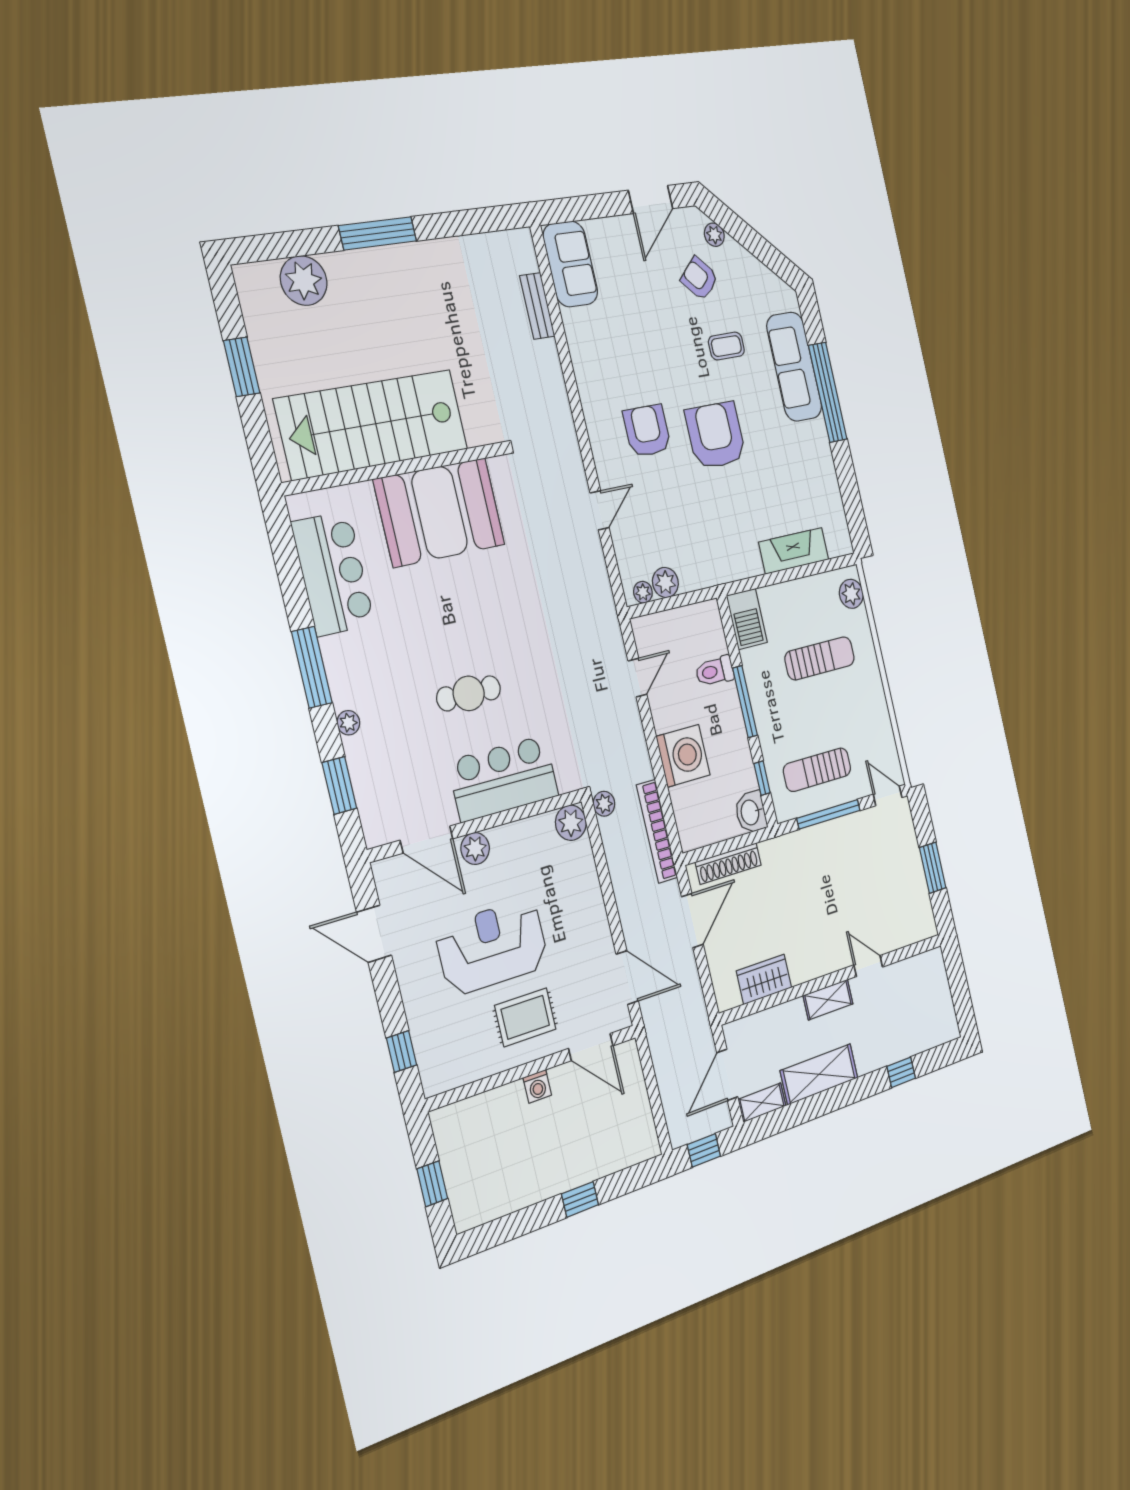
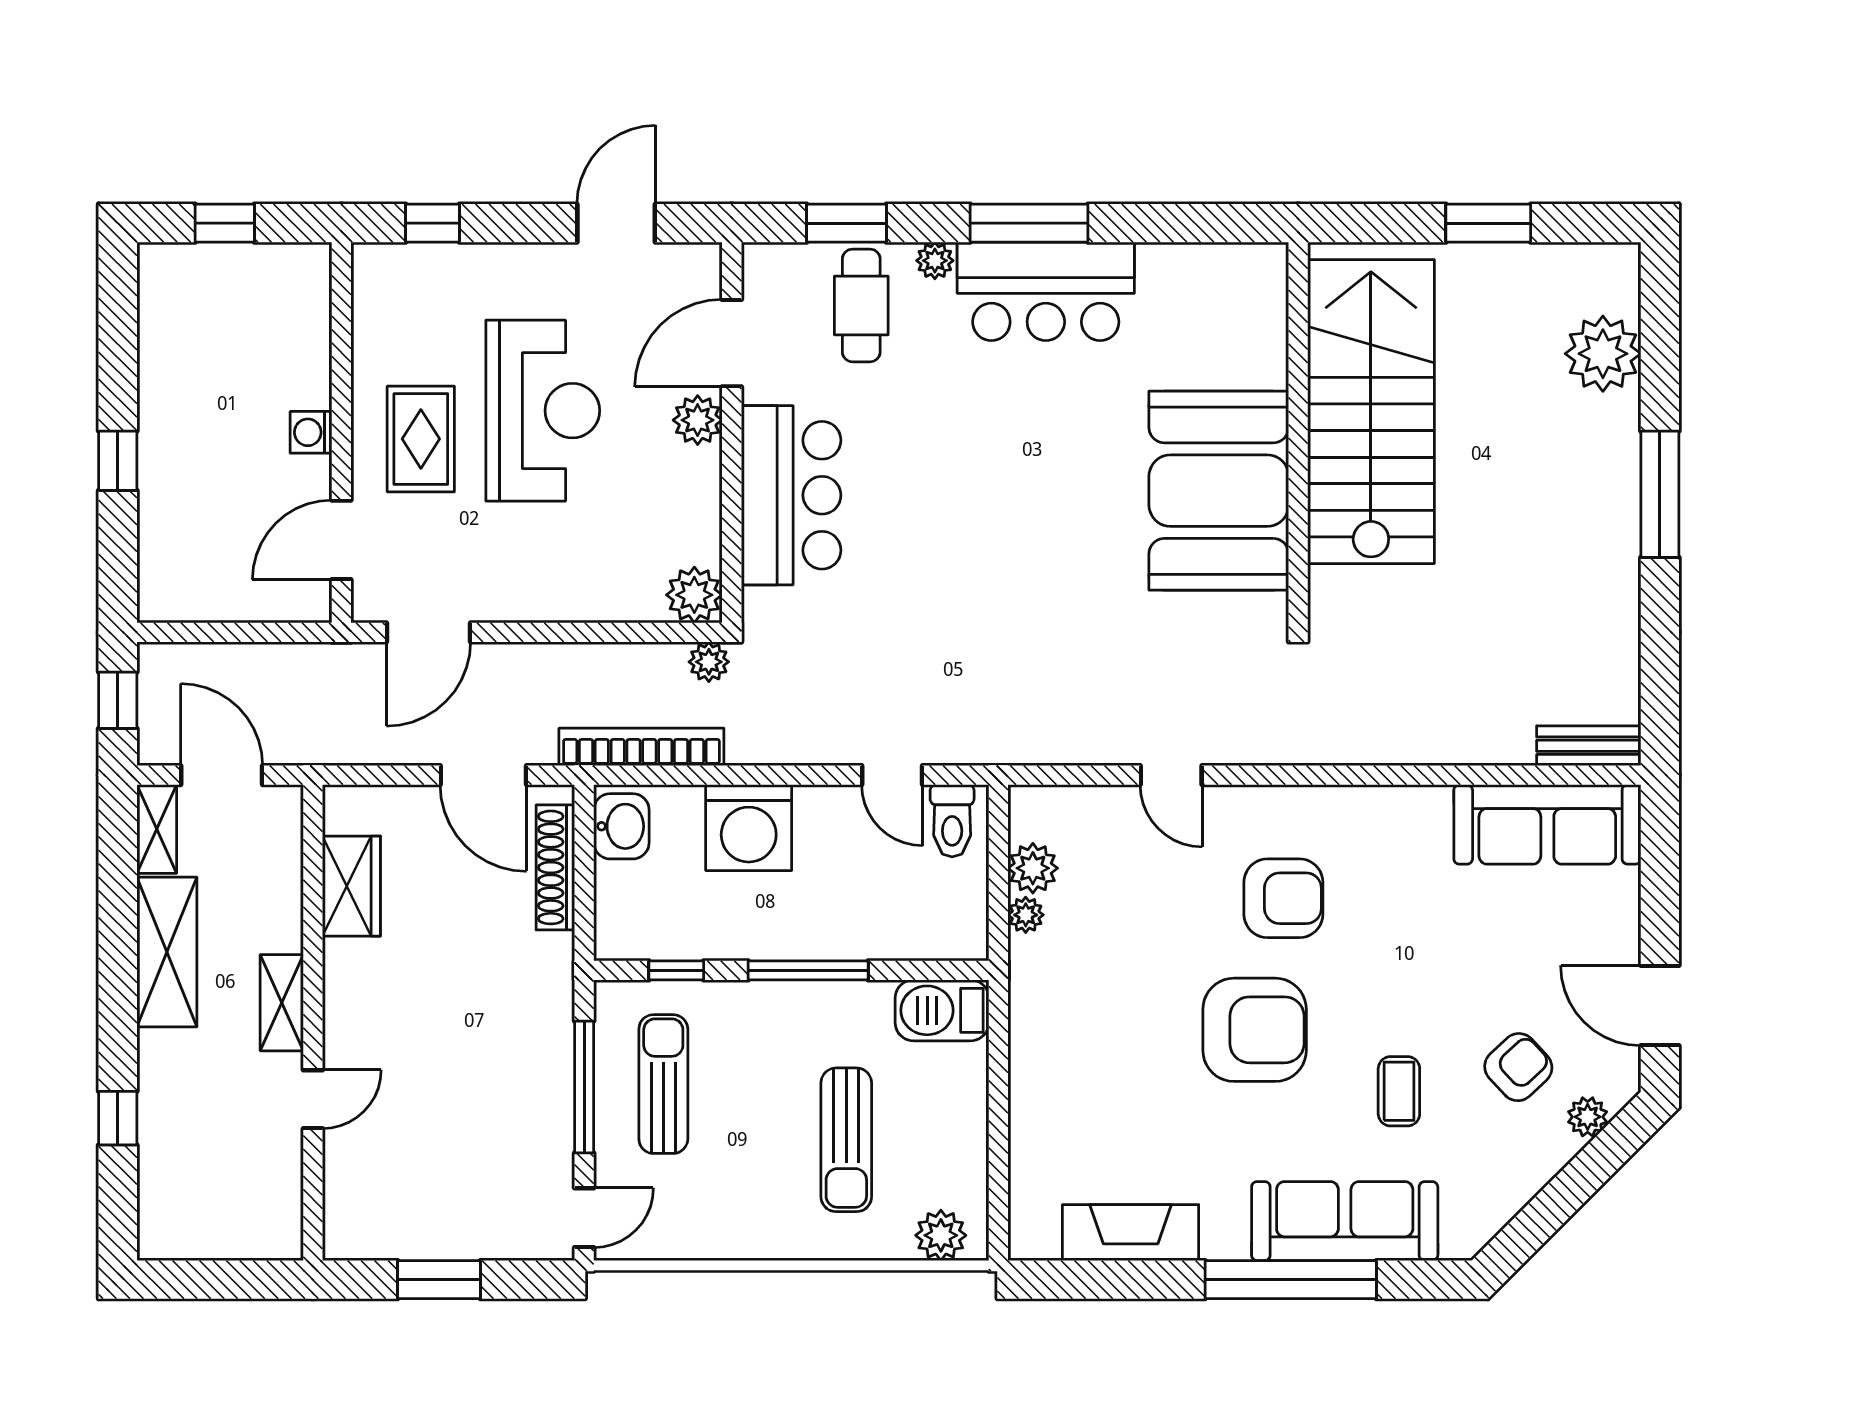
sofa: (570, 264) -> (1547, 824), width x1.36
bench: (537, 306) -> (1589, 746), moved
fireplace: (794, 551) -> (1131, 1233), moved, turned -90
bar counter: (333, 573) -> (1046, 291), moved
plant: (643, 592) -> (1026, 915), moved
toilet: (715, 671) -> (952, 821), moved, turned 180
cafe table: (469, 693) -> (861, 305), moved
washbasin: (751, 812) -> (621, 826), moved, turned 90

